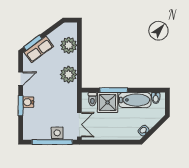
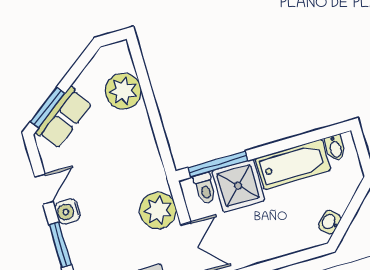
plant: (69, 74) -> (158, 210), moved
window: (114, 90) -> (218, 164), moved
water cooler: (28, 102) -> (68, 212), moved

